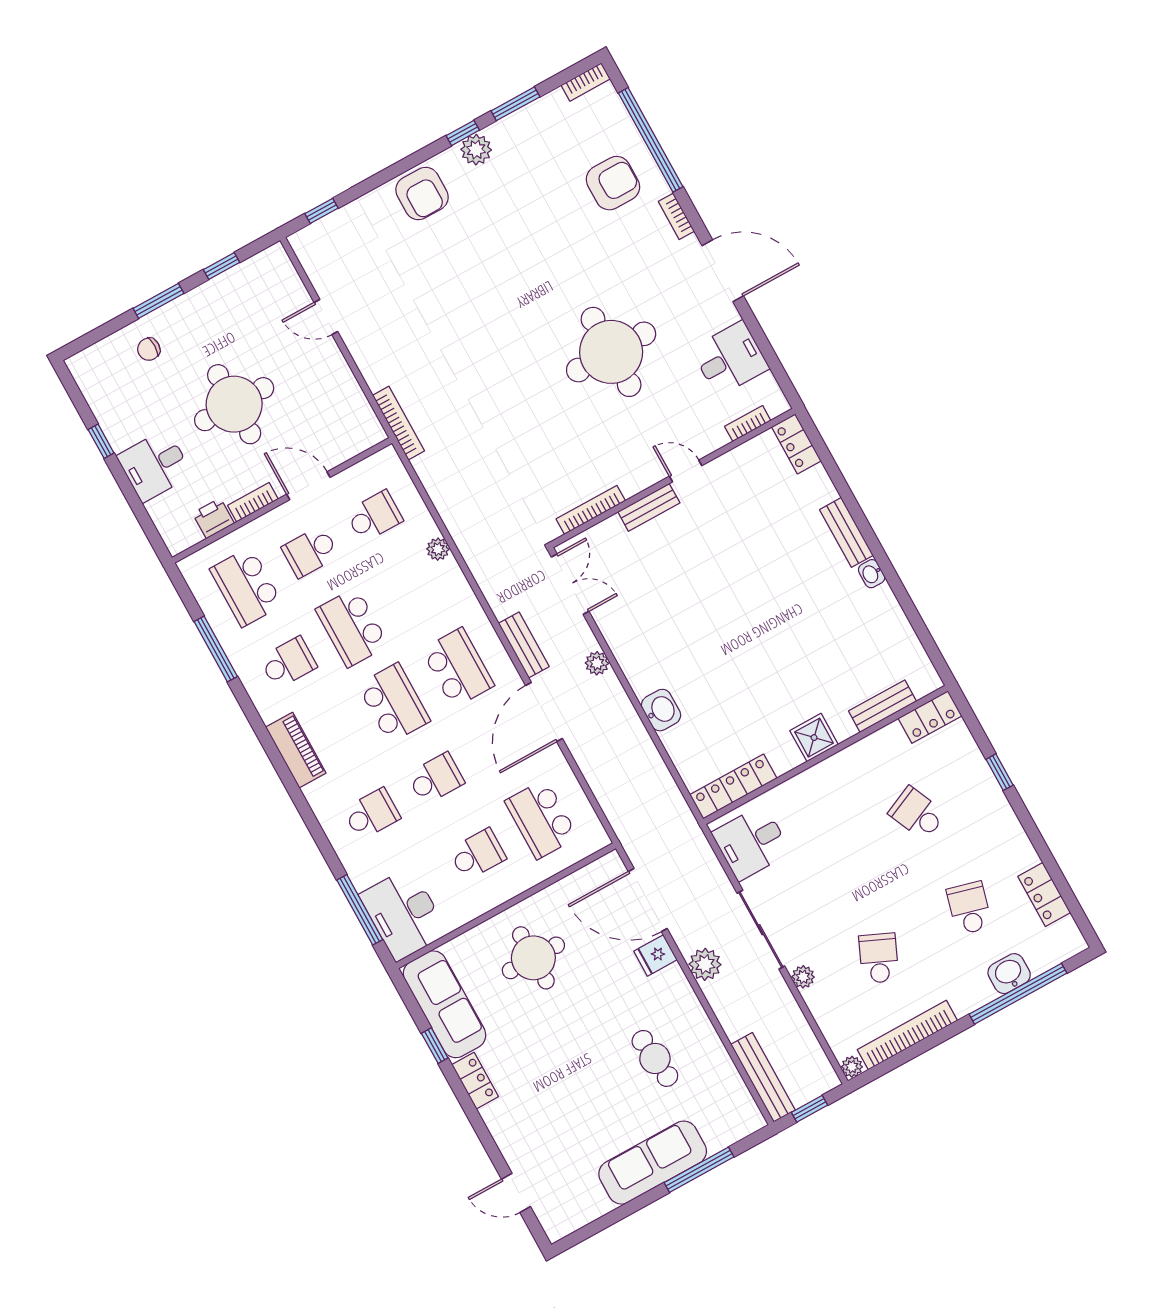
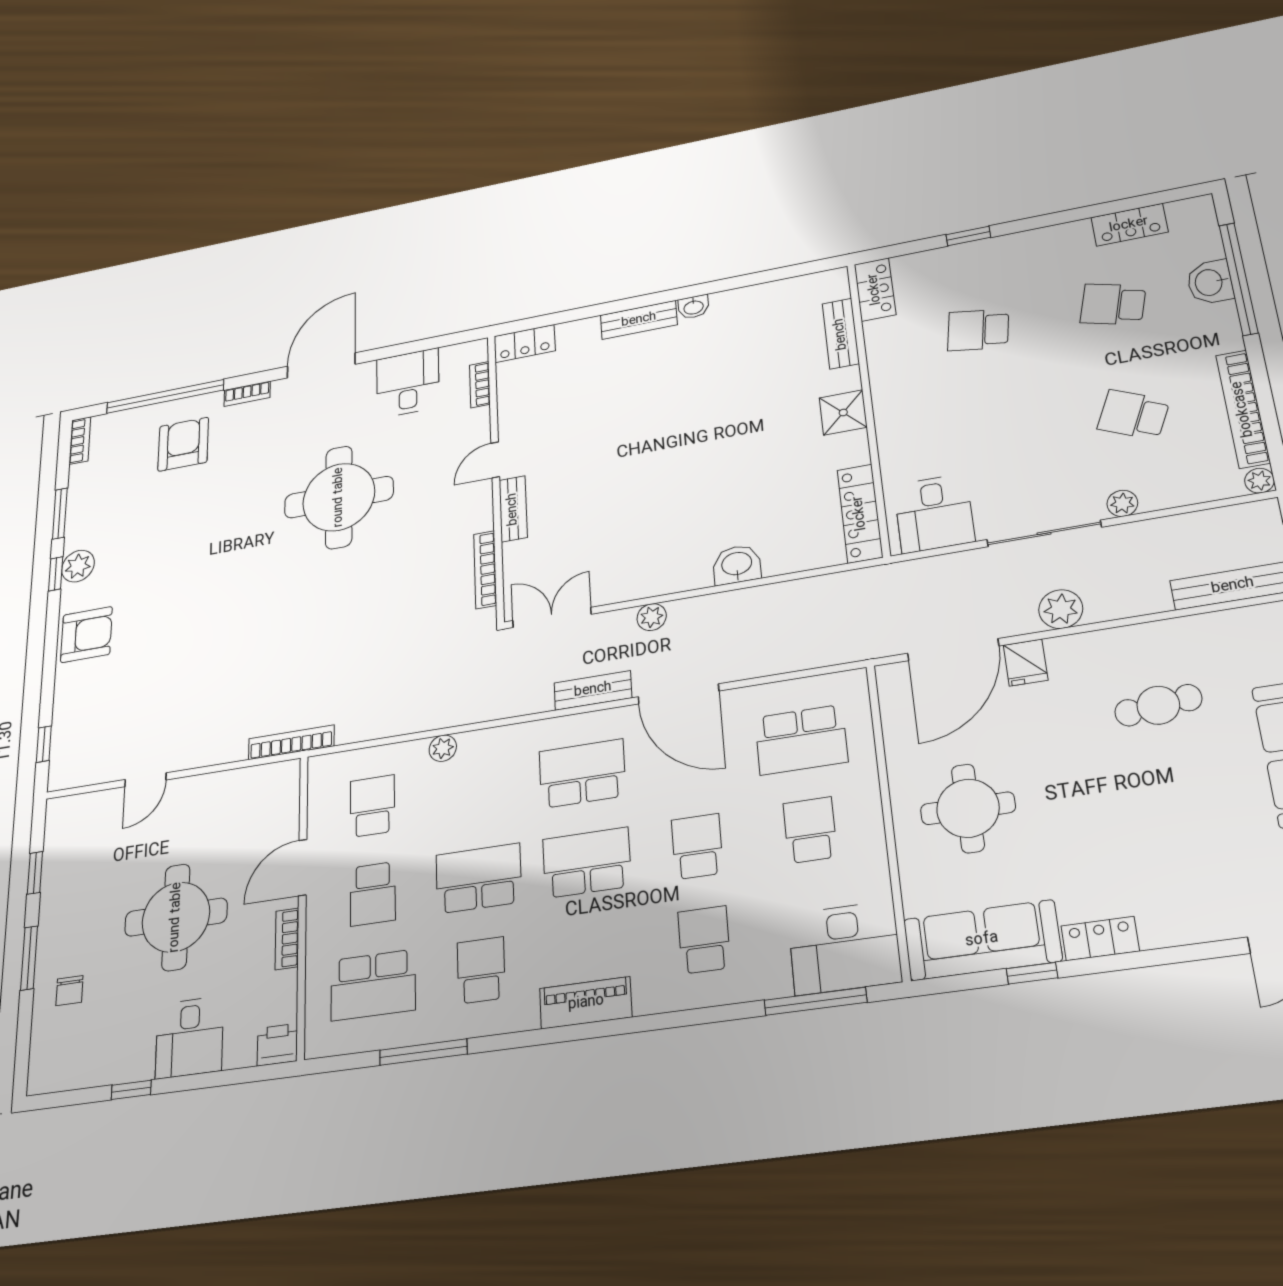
printer: (213, 518) -> (277, 1045), moved, turned 90
school desk: (352, 627) -> (479, 878), turned 180
school desk: (917, 814) -> (978, 330), turned 33

